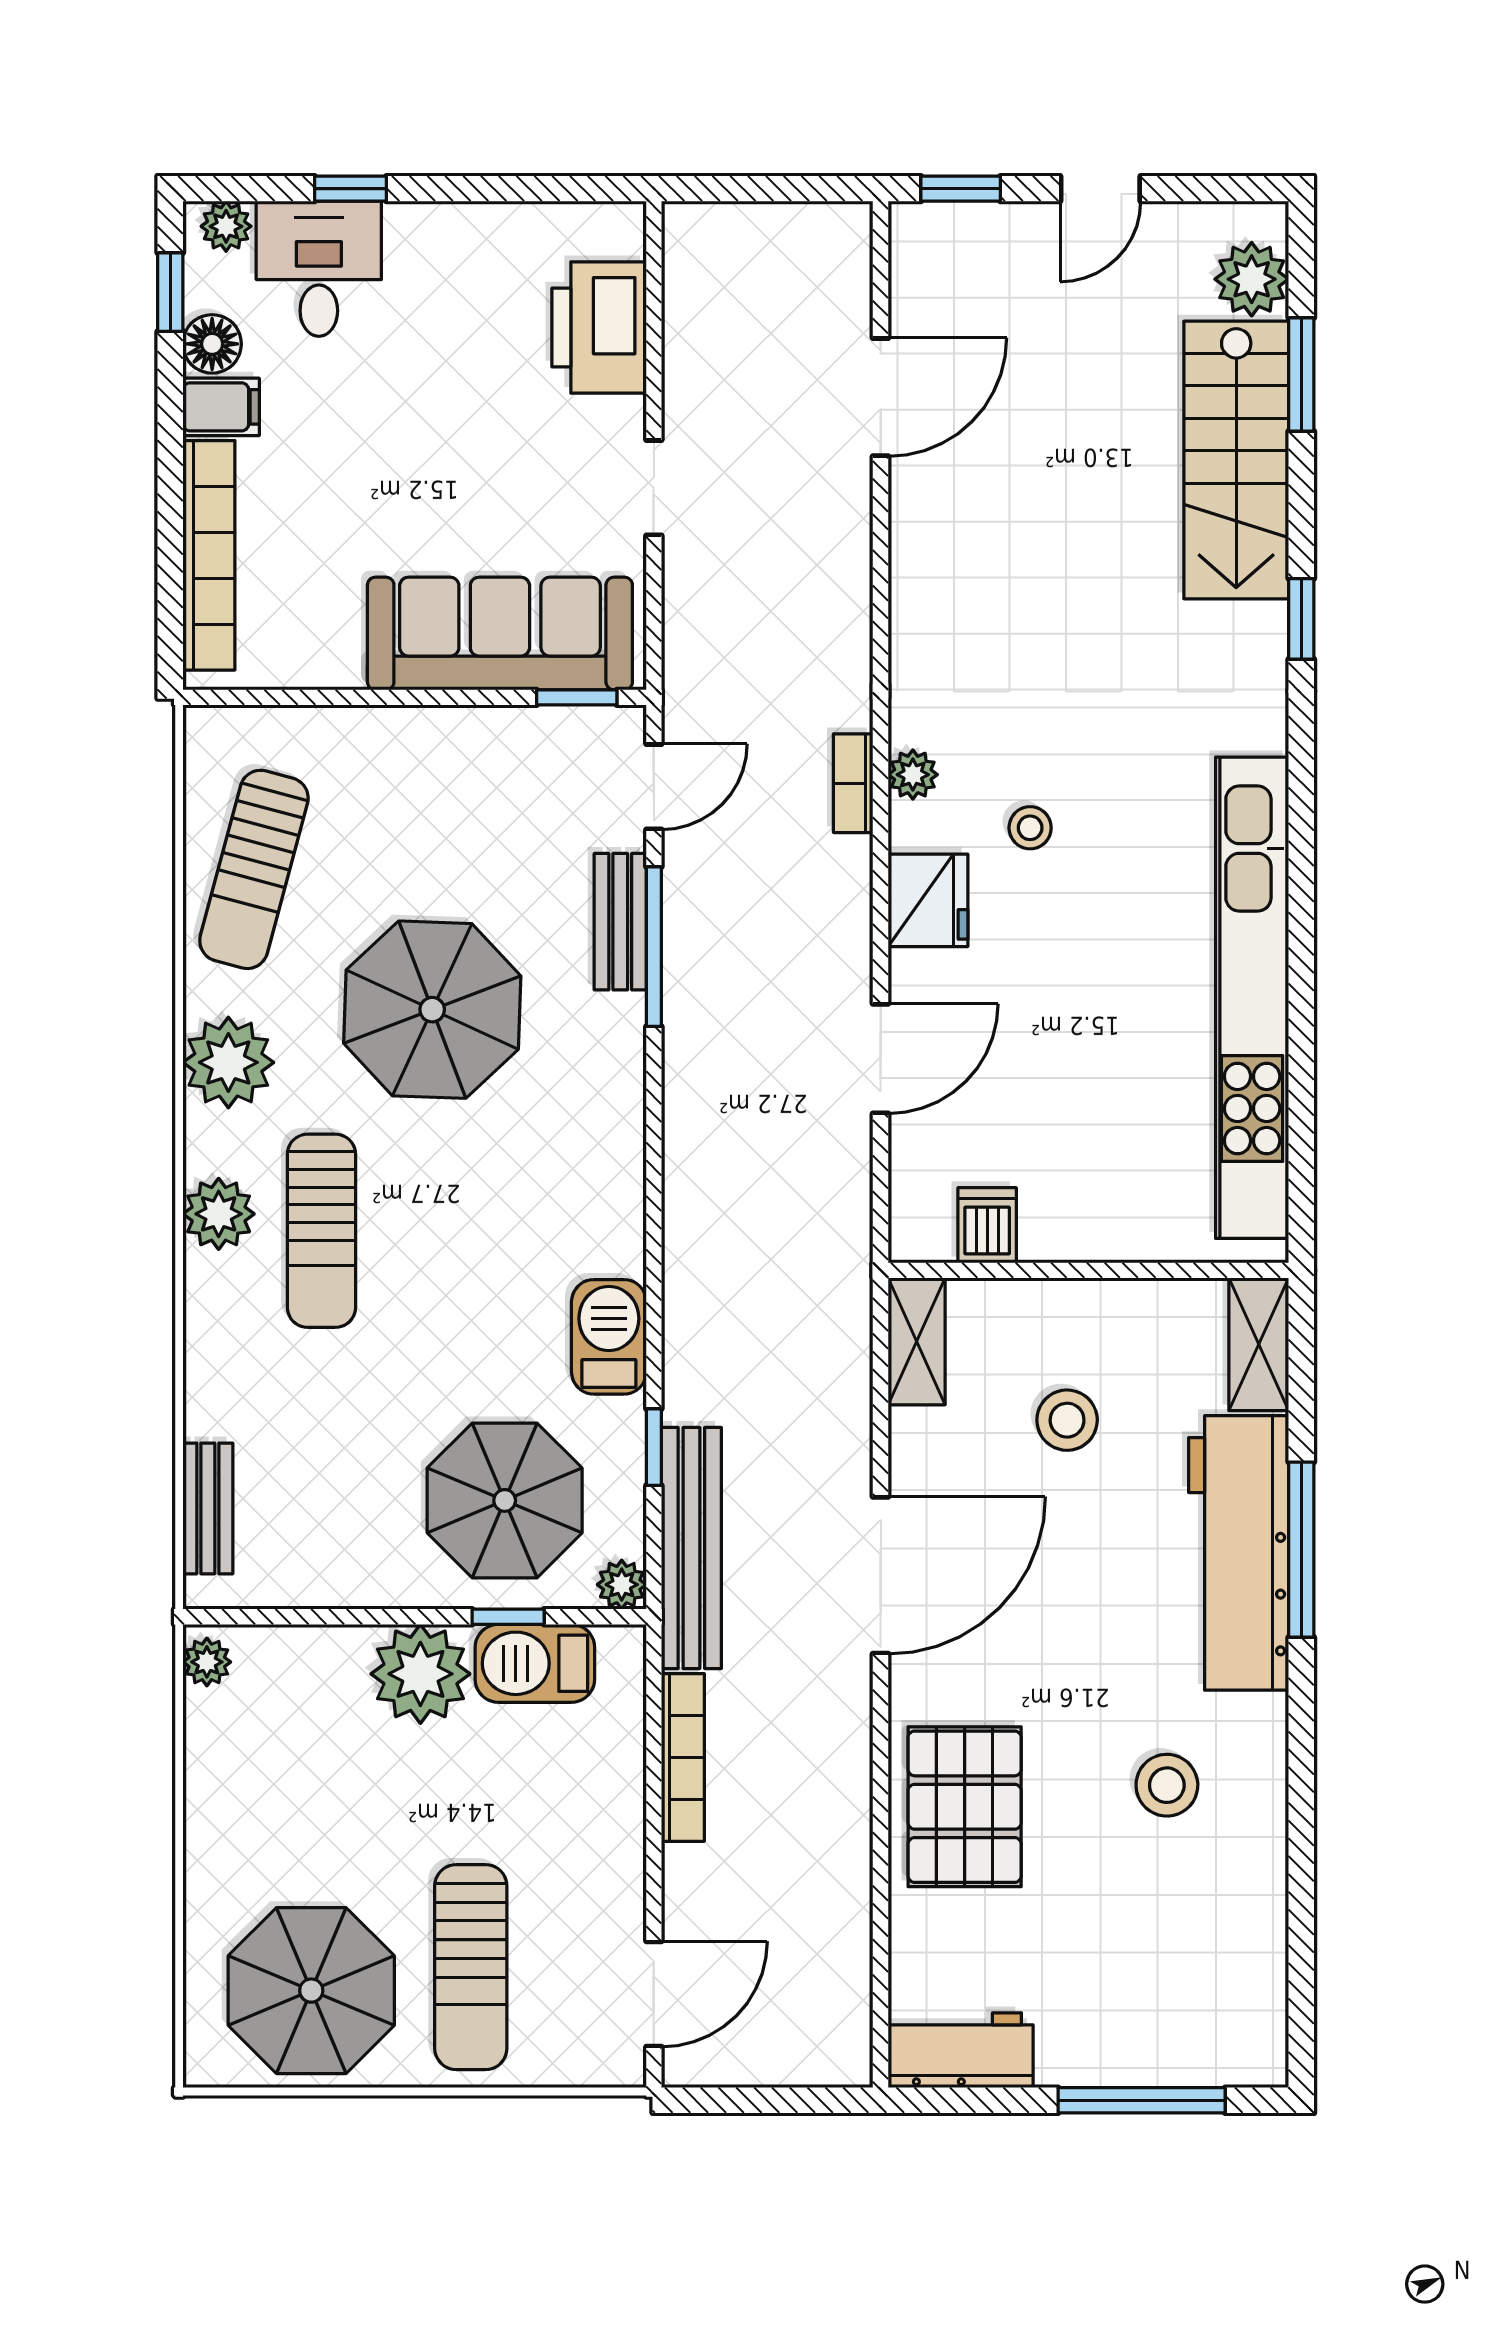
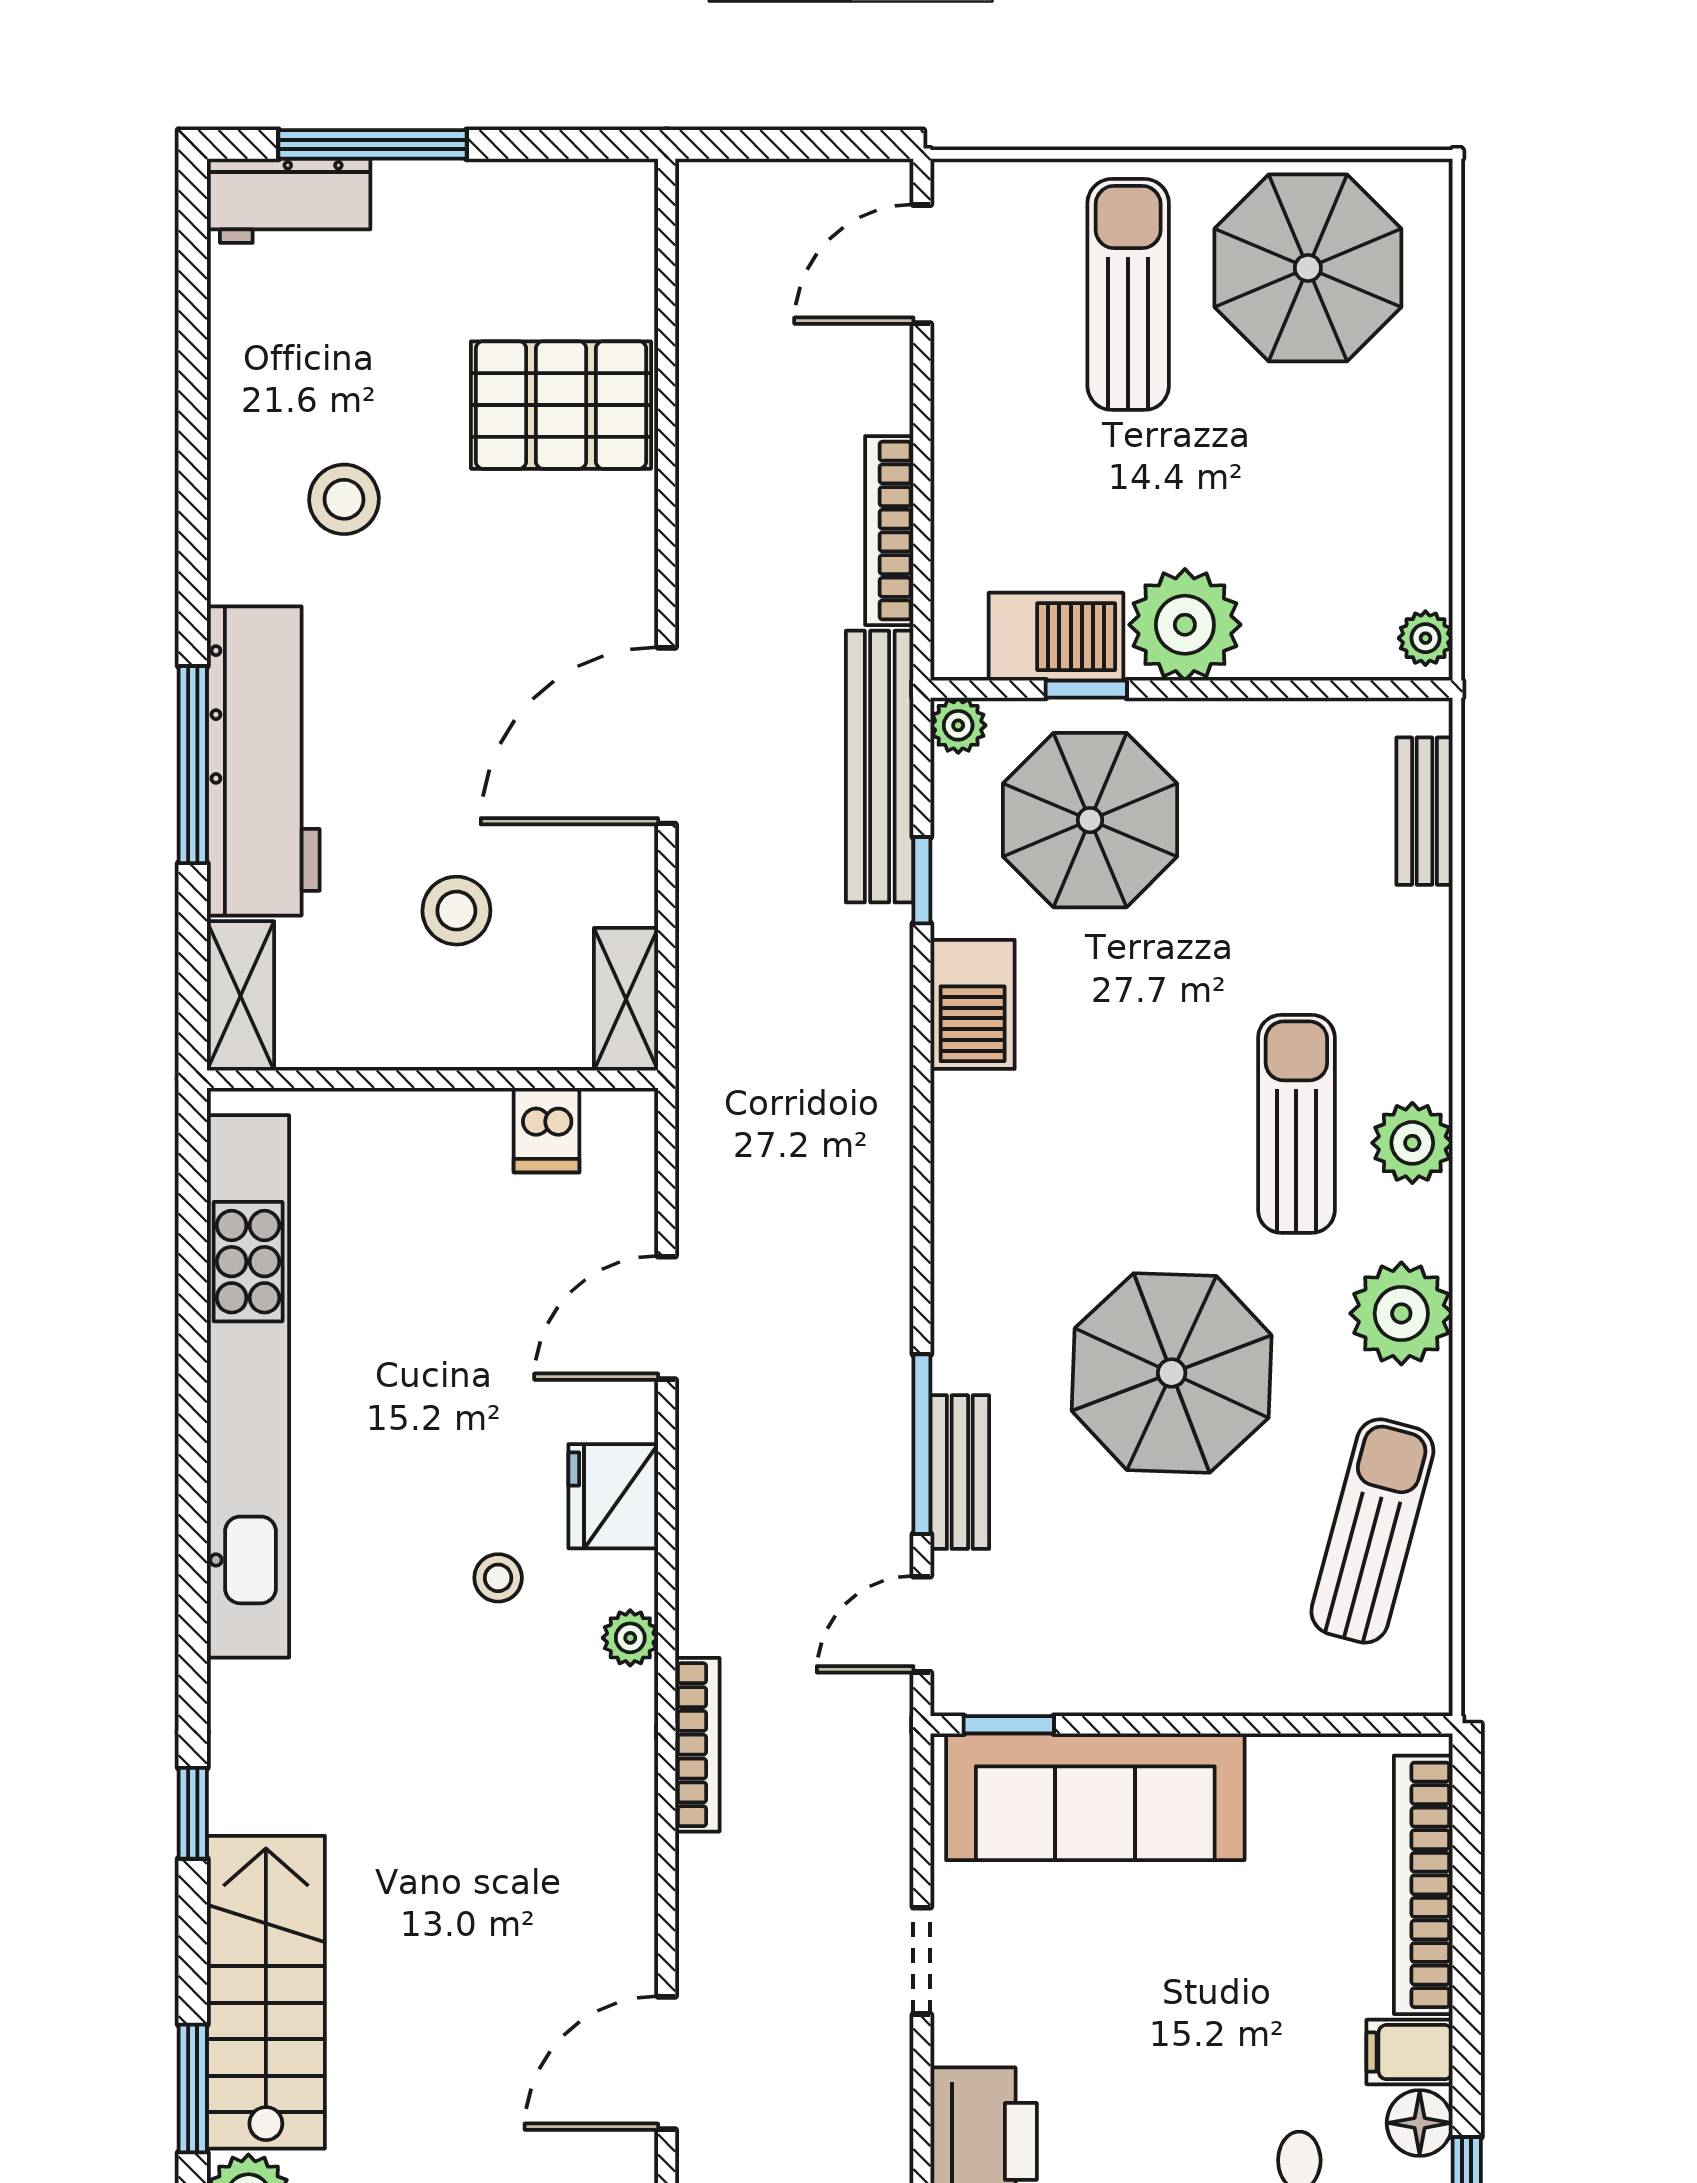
bookcase: (853, 783) -> (697, 1745), moved, width x1.56
pallet: (965, 1807) -> (561, 405), moved, turned 90
workbench: (961, 2050) -> (289, 201), moved

